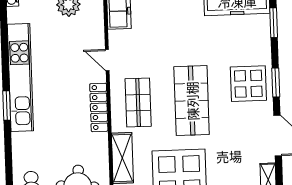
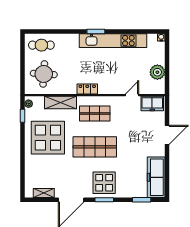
door: (107, 60) -> (132, 95), moved
locker: (99, 107) -> (87, 89), width x0.66

